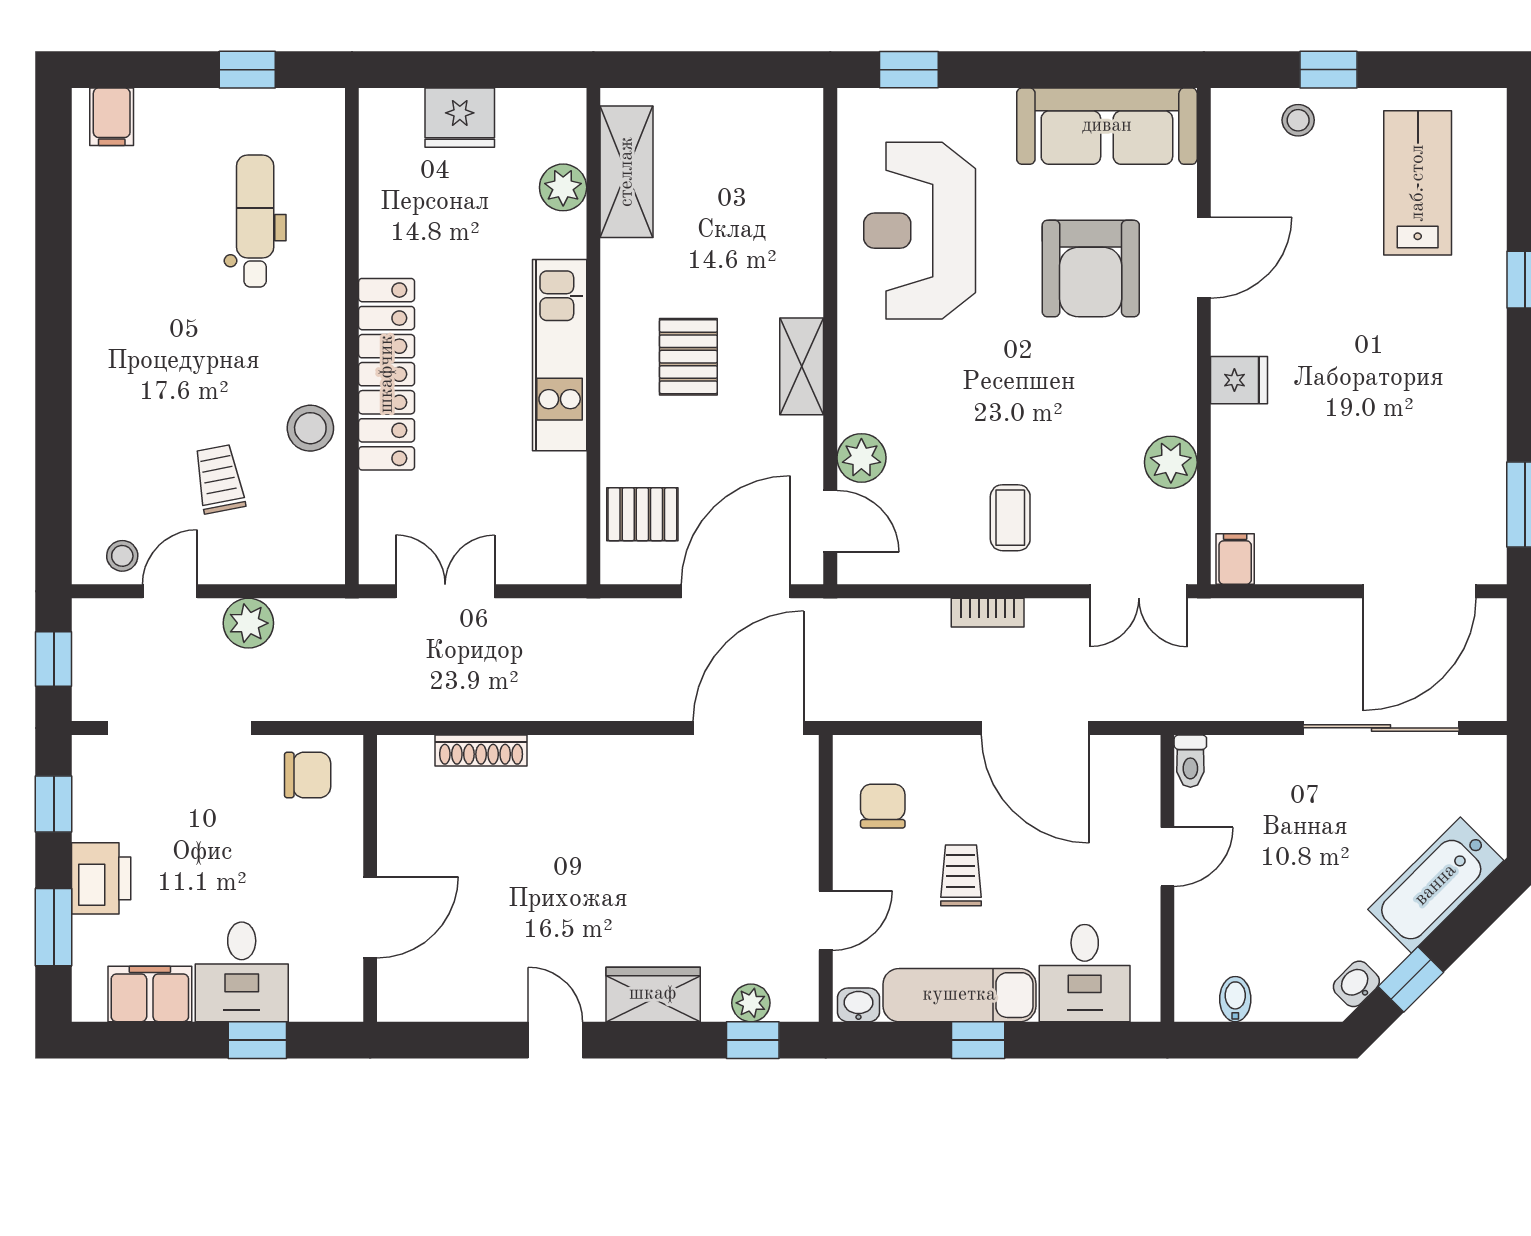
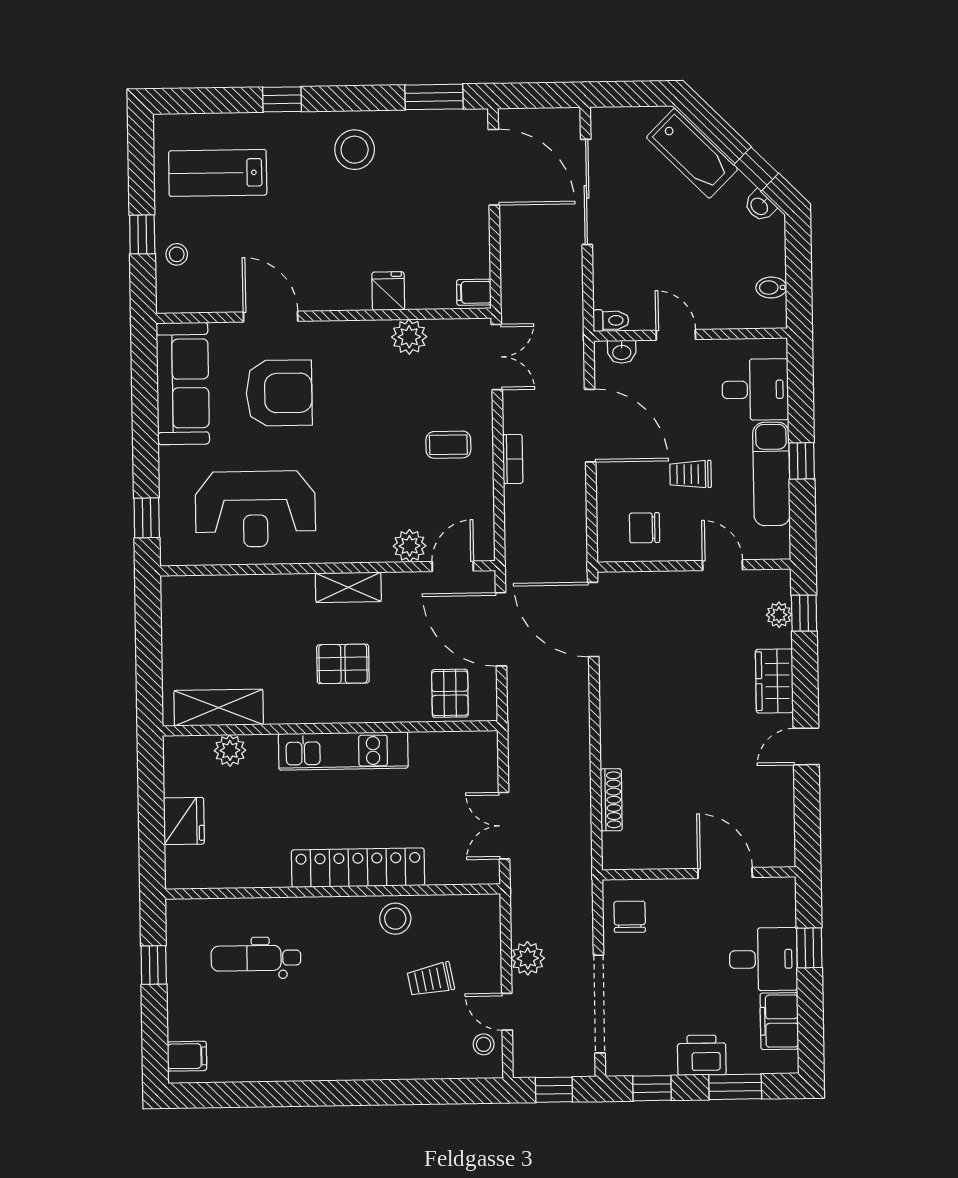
fridge: (1239, 380) -> (388, 291), moved
stool: (1449, 386) -> (355, 150), added
door: (1035, 728) -> (590, 426), hinge flipped
washbasin: (858, 1005) -> (622, 352), moved, turned -90

